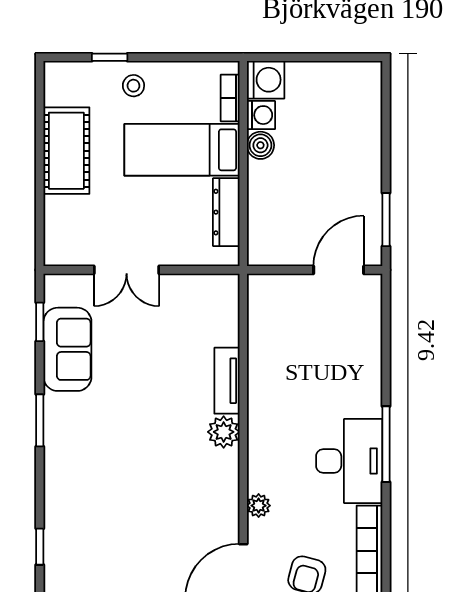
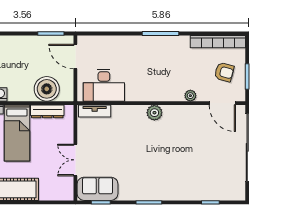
boiler: (260, 145) -> (47, 89), moved, width x1.86, depth x1.86
double door: (127, 270) -> (75, 160), swing flipped
sofa: (67, 349) -> (98, 189), moved
tv unit: (227, 381) -> (95, 111), moved
desk: (349, 461) -> (104, 85), moved, turned 180

